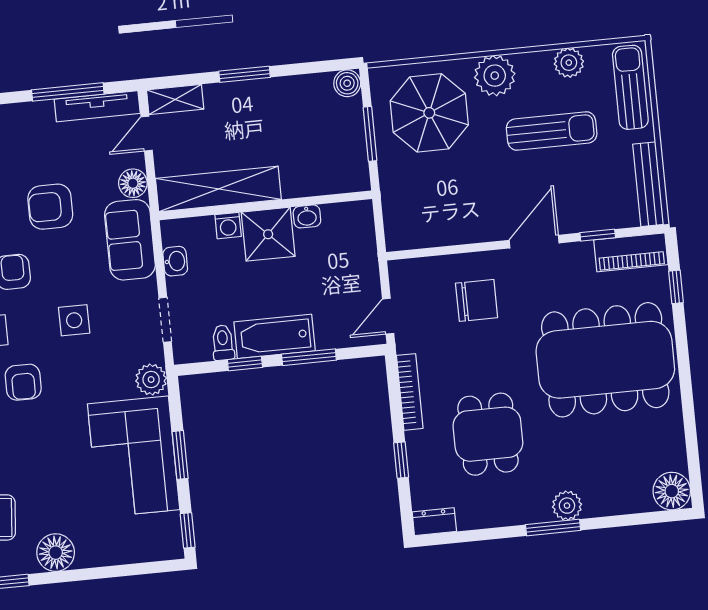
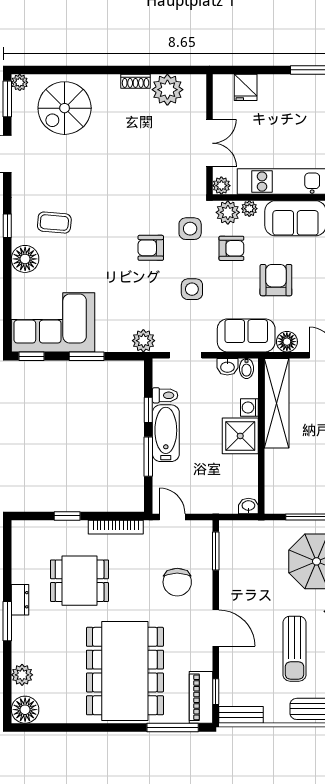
bench: (648, 184) -> (241, 715), width x0.73
washbasin: (307, 216) -> (248, 506), moved, turned 90
bidet: (175, 235) -> (246, 368), added
window: (598, 235) -> (216, 692), moved
window: (429, 252) -> (216, 551), added
window: (676, 287) -> (173, 727), width x2.17
corner sofa: (134, 457) -> (53, 322), moved
plant: (567, 506) -> (22, 675), moved
dresser: (434, 522) -> (20, 600), moved

